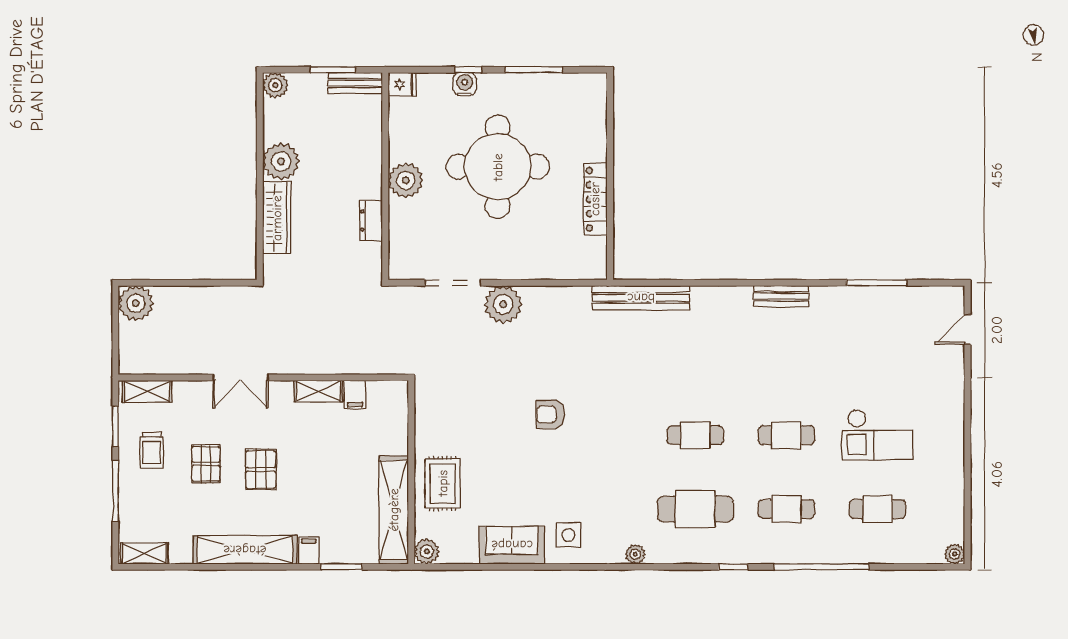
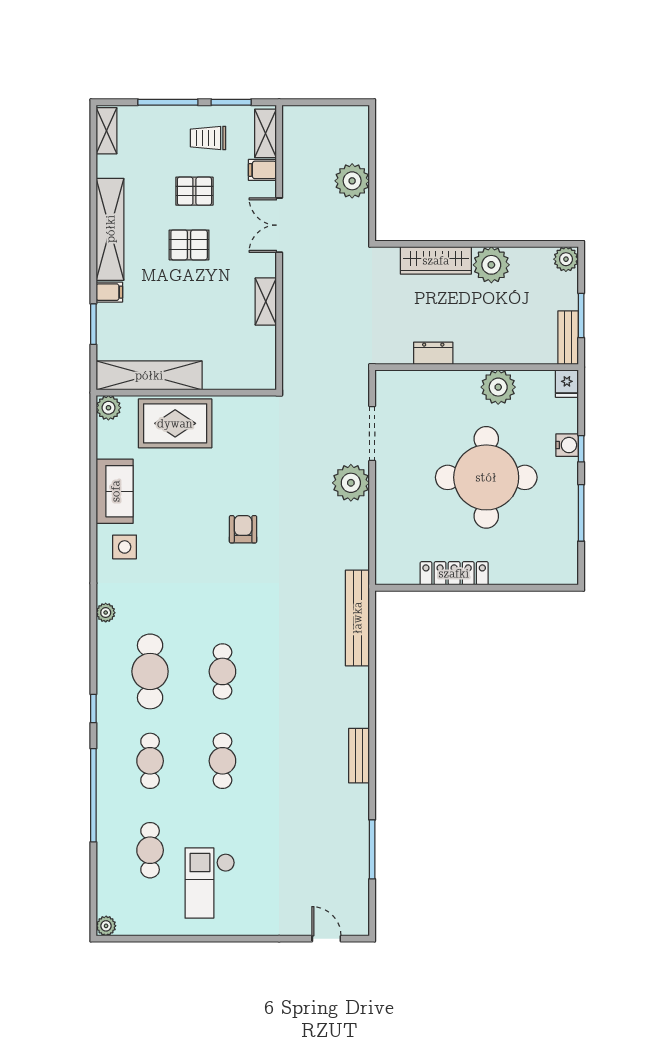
plant: (406, 180) -> (498, 387), moved
plant: (136, 303) -> (352, 181), moved
filing cabinet: (355, 395) -> (262, 170), moved
checkout: (878, 435) -> (210, 883), moved
rug: (443, 483) -> (175, 423), width x1.36, depth x1.43

